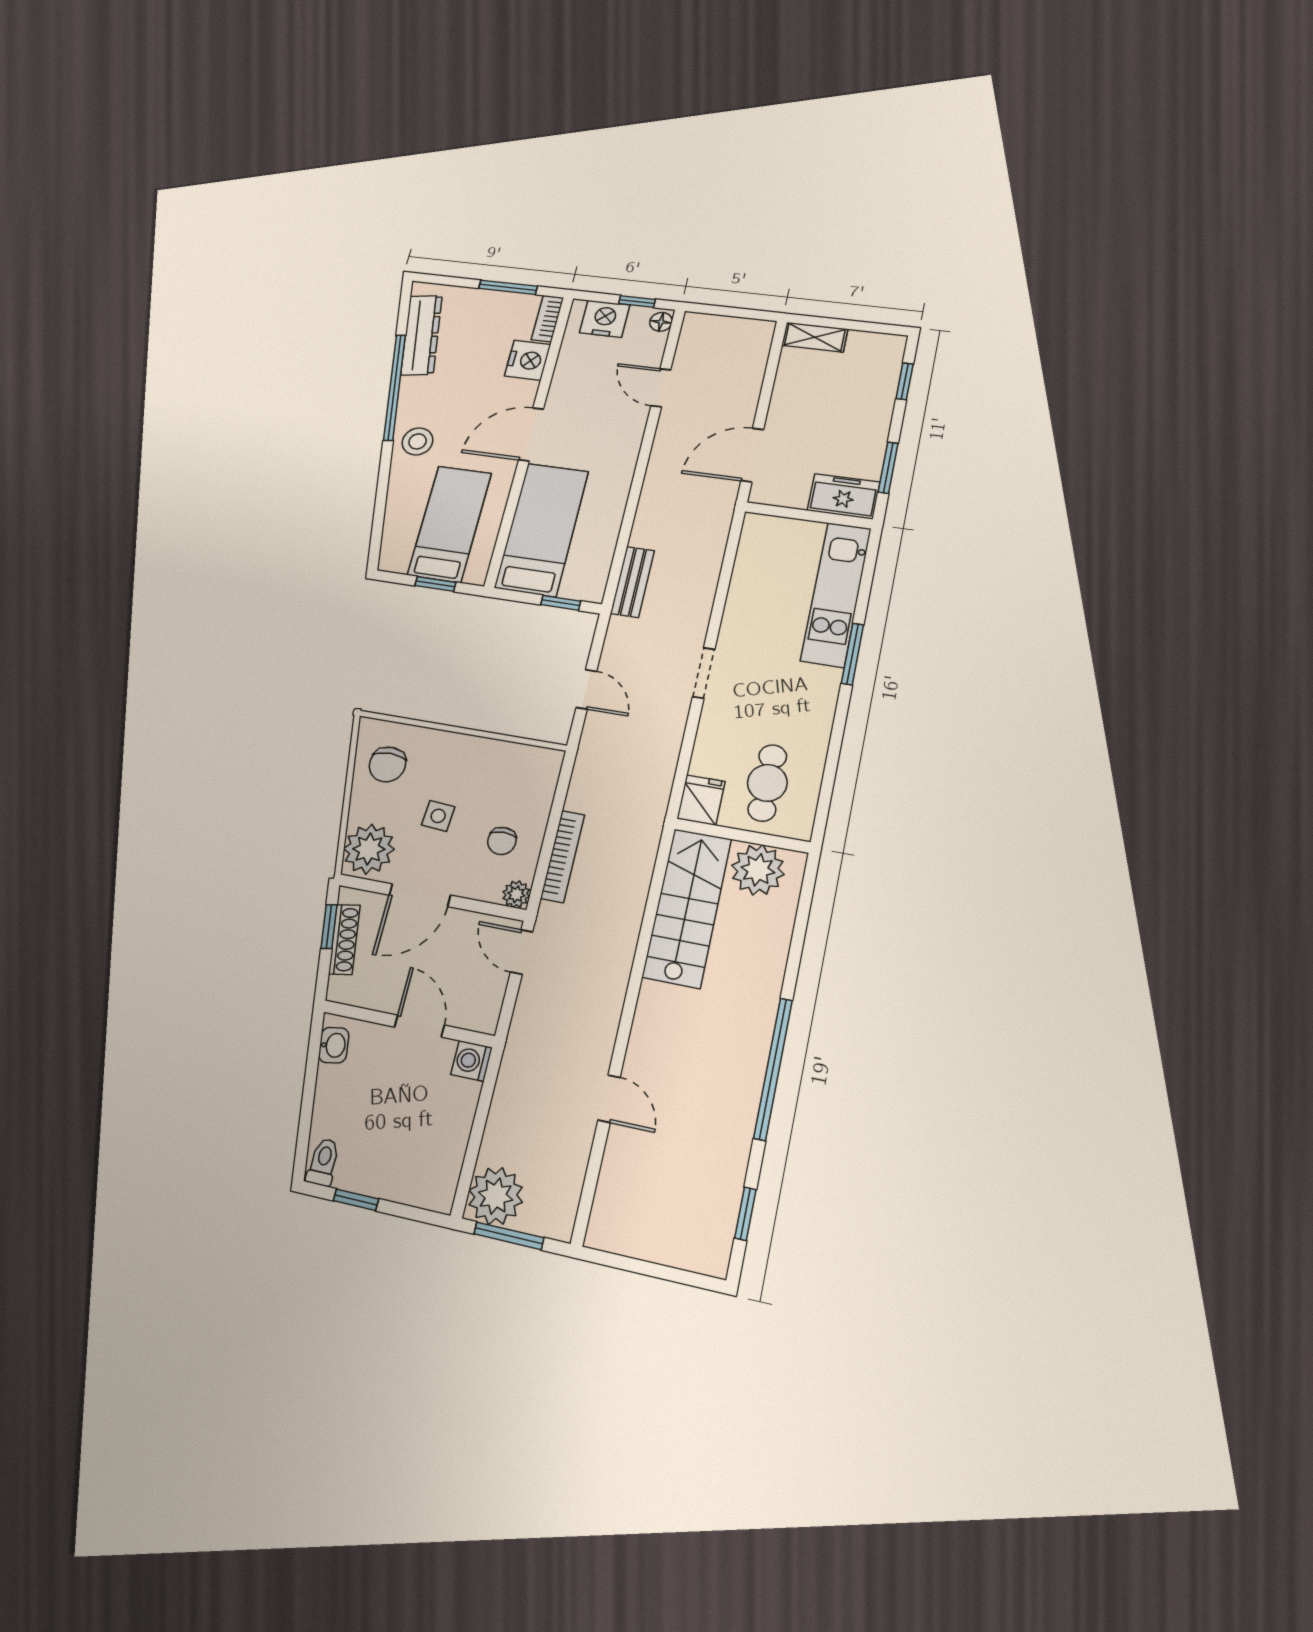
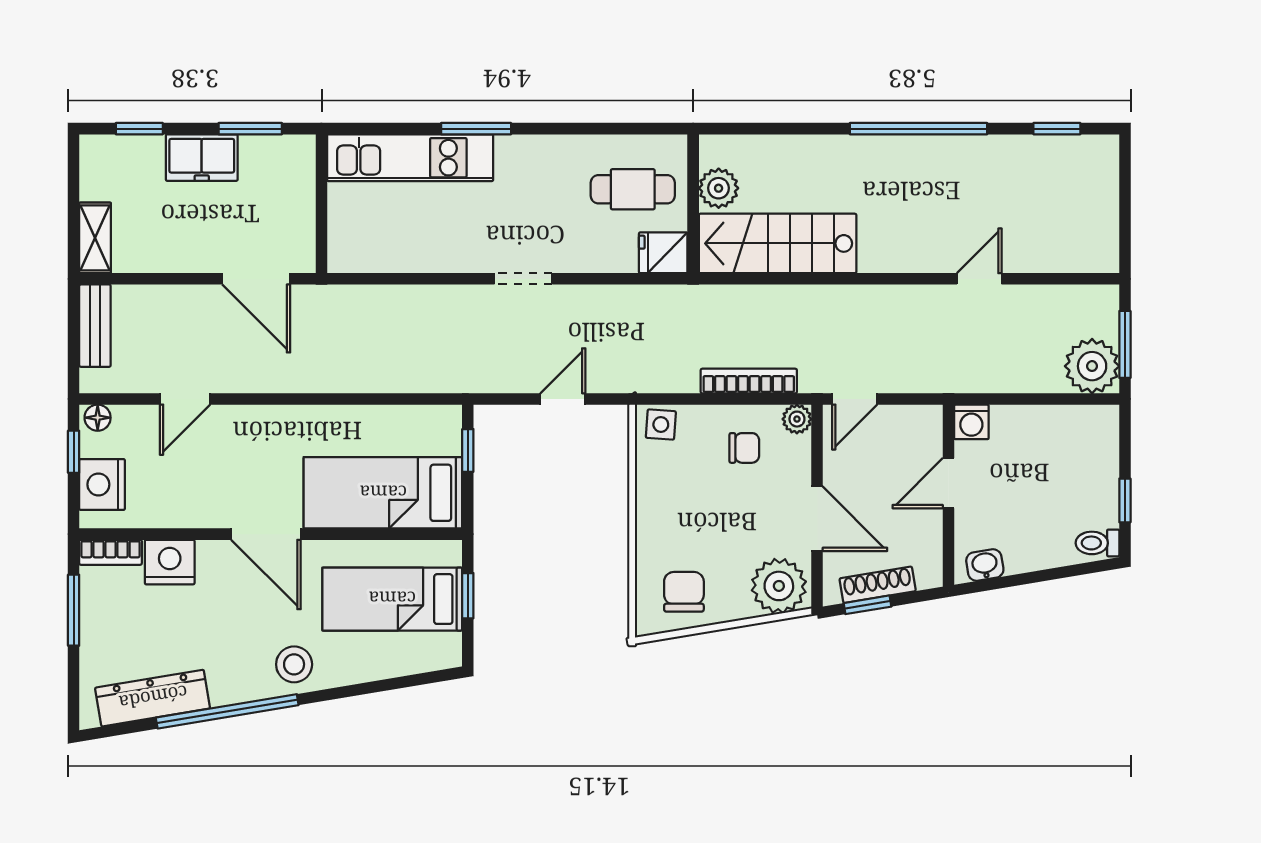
freezer: (844, 496) -> (202, 158), moved, turned -90
bench: (632, 582) -> (95, 326), moved, turned 90
chair: (387, 764) -> (684, 592), turned -90
side table: (438, 816) -> (661, 425), moved
plant: (758, 870) -> (719, 188), width x0.73, depth x0.73

